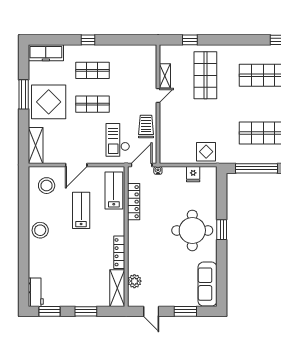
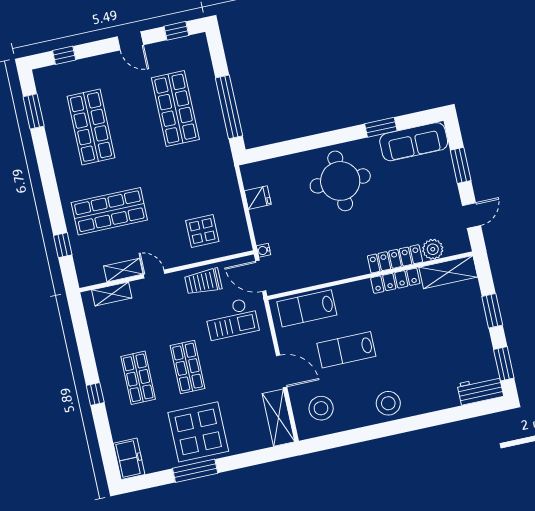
freezer: (46, 53) -> (129, 459), width x0.71
shelving: (151, 65) -> (112, 294), added
shelving: (36, 145) -> (278, 418), moved, turned 90
display table: (206, 152) -> (202, 231), moved
locker: (134, 202) -> (395, 259), moved
window: (222, 230) -> (381, 127), moved

